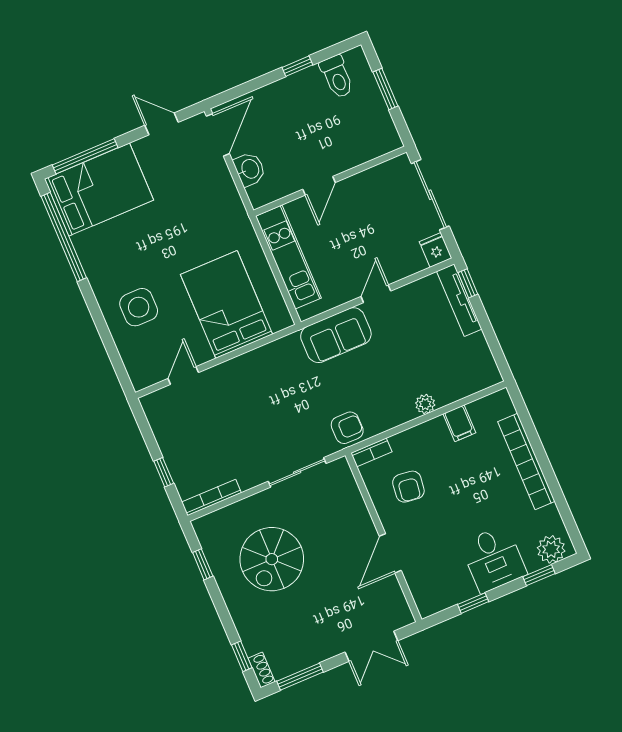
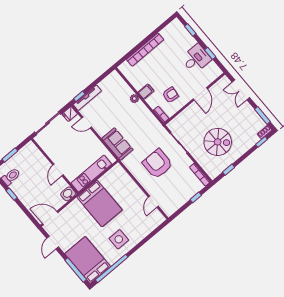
washbasin: (250, 169) -> (68, 194), moved
door: (319, 186) -> (58, 170), swing flipped
door: (376, 294) -> (87, 123), moved
bed: (226, 304) -> (100, 204), moved, turned -90
side table: (139, 307) -> (119, 239), moved
door: (183, 376) -> (153, 202), hinge flipped
filing cabinet: (459, 423) -> (146, 92), moved
armchair: (347, 428) -> (157, 164), moved, width x1.88, depth x1.88
plant: (551, 549) -> (178, 28), removed
door: (390, 553) -> (200, 94), hinge flipped
desk: (494, 559) -> (196, 59), moved
double door: (371, 646) -> (241, 90), swing flipped

